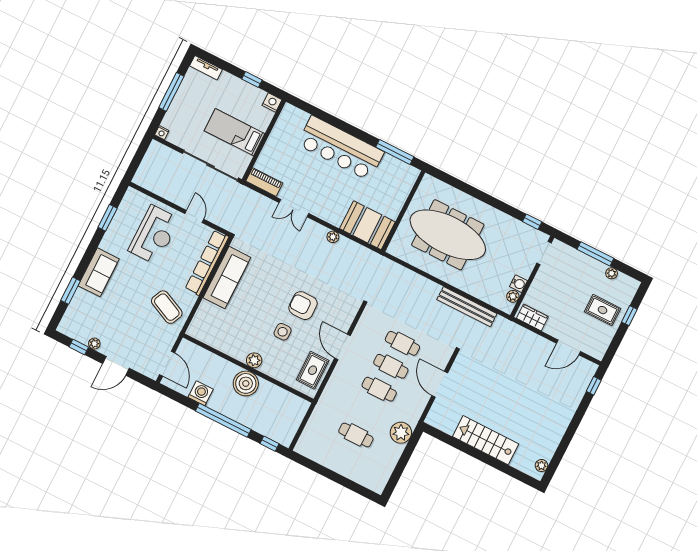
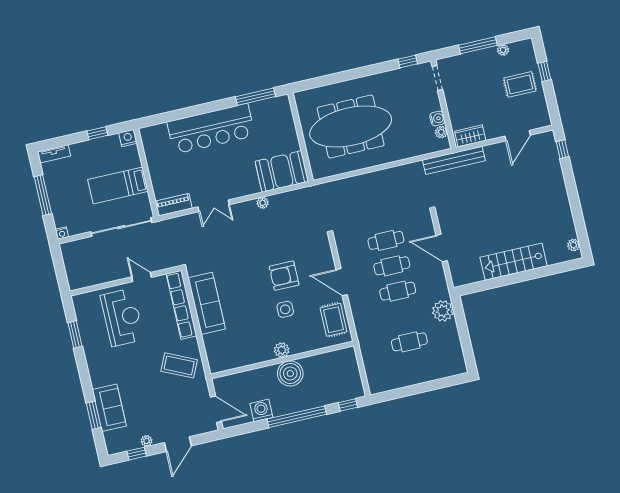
sofa: (99, 272) -> (109, 408), moved
bench: (467, 307) -> (454, 160), moved

